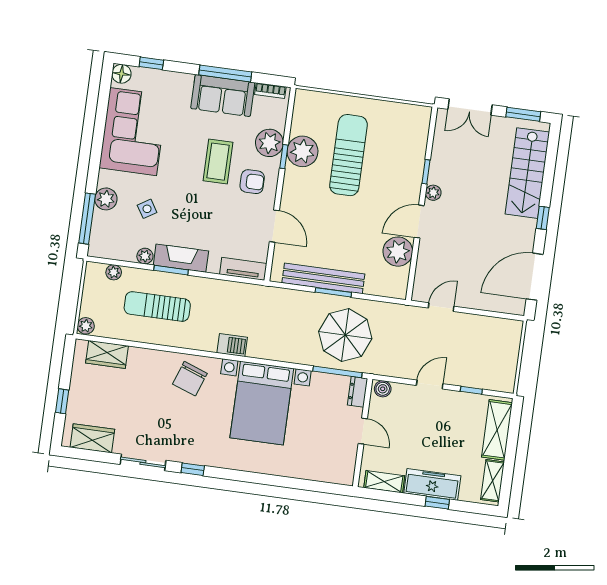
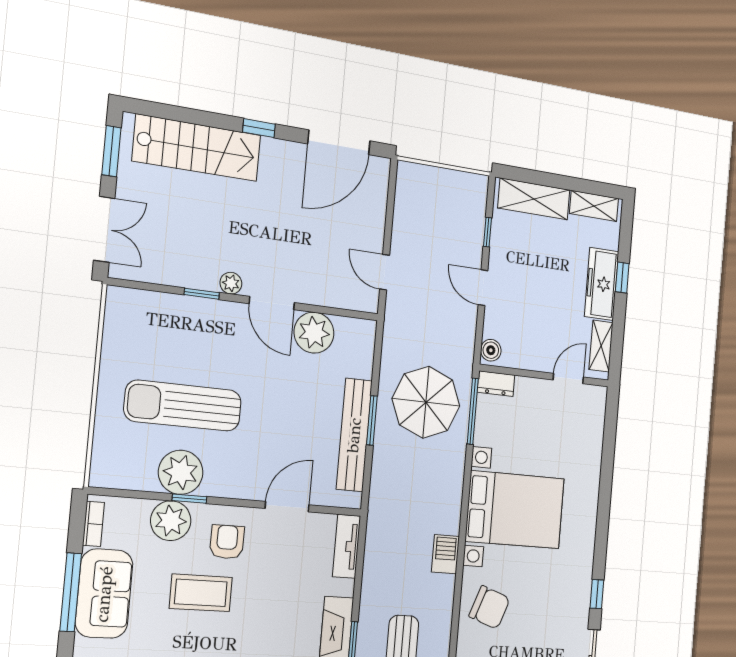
door: (535, 277) -> (339, 142), hinge flipped
door: (363, 431) -> (568, 378), moved

